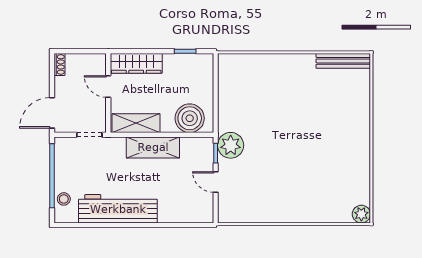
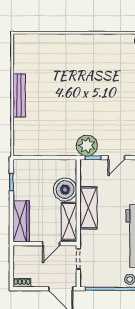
bench: (343, 61) -> (19, 95), moved
door: (108, 86) -> (51, 244), moved
boiler: (190, 118) -> (65, 190), moved

